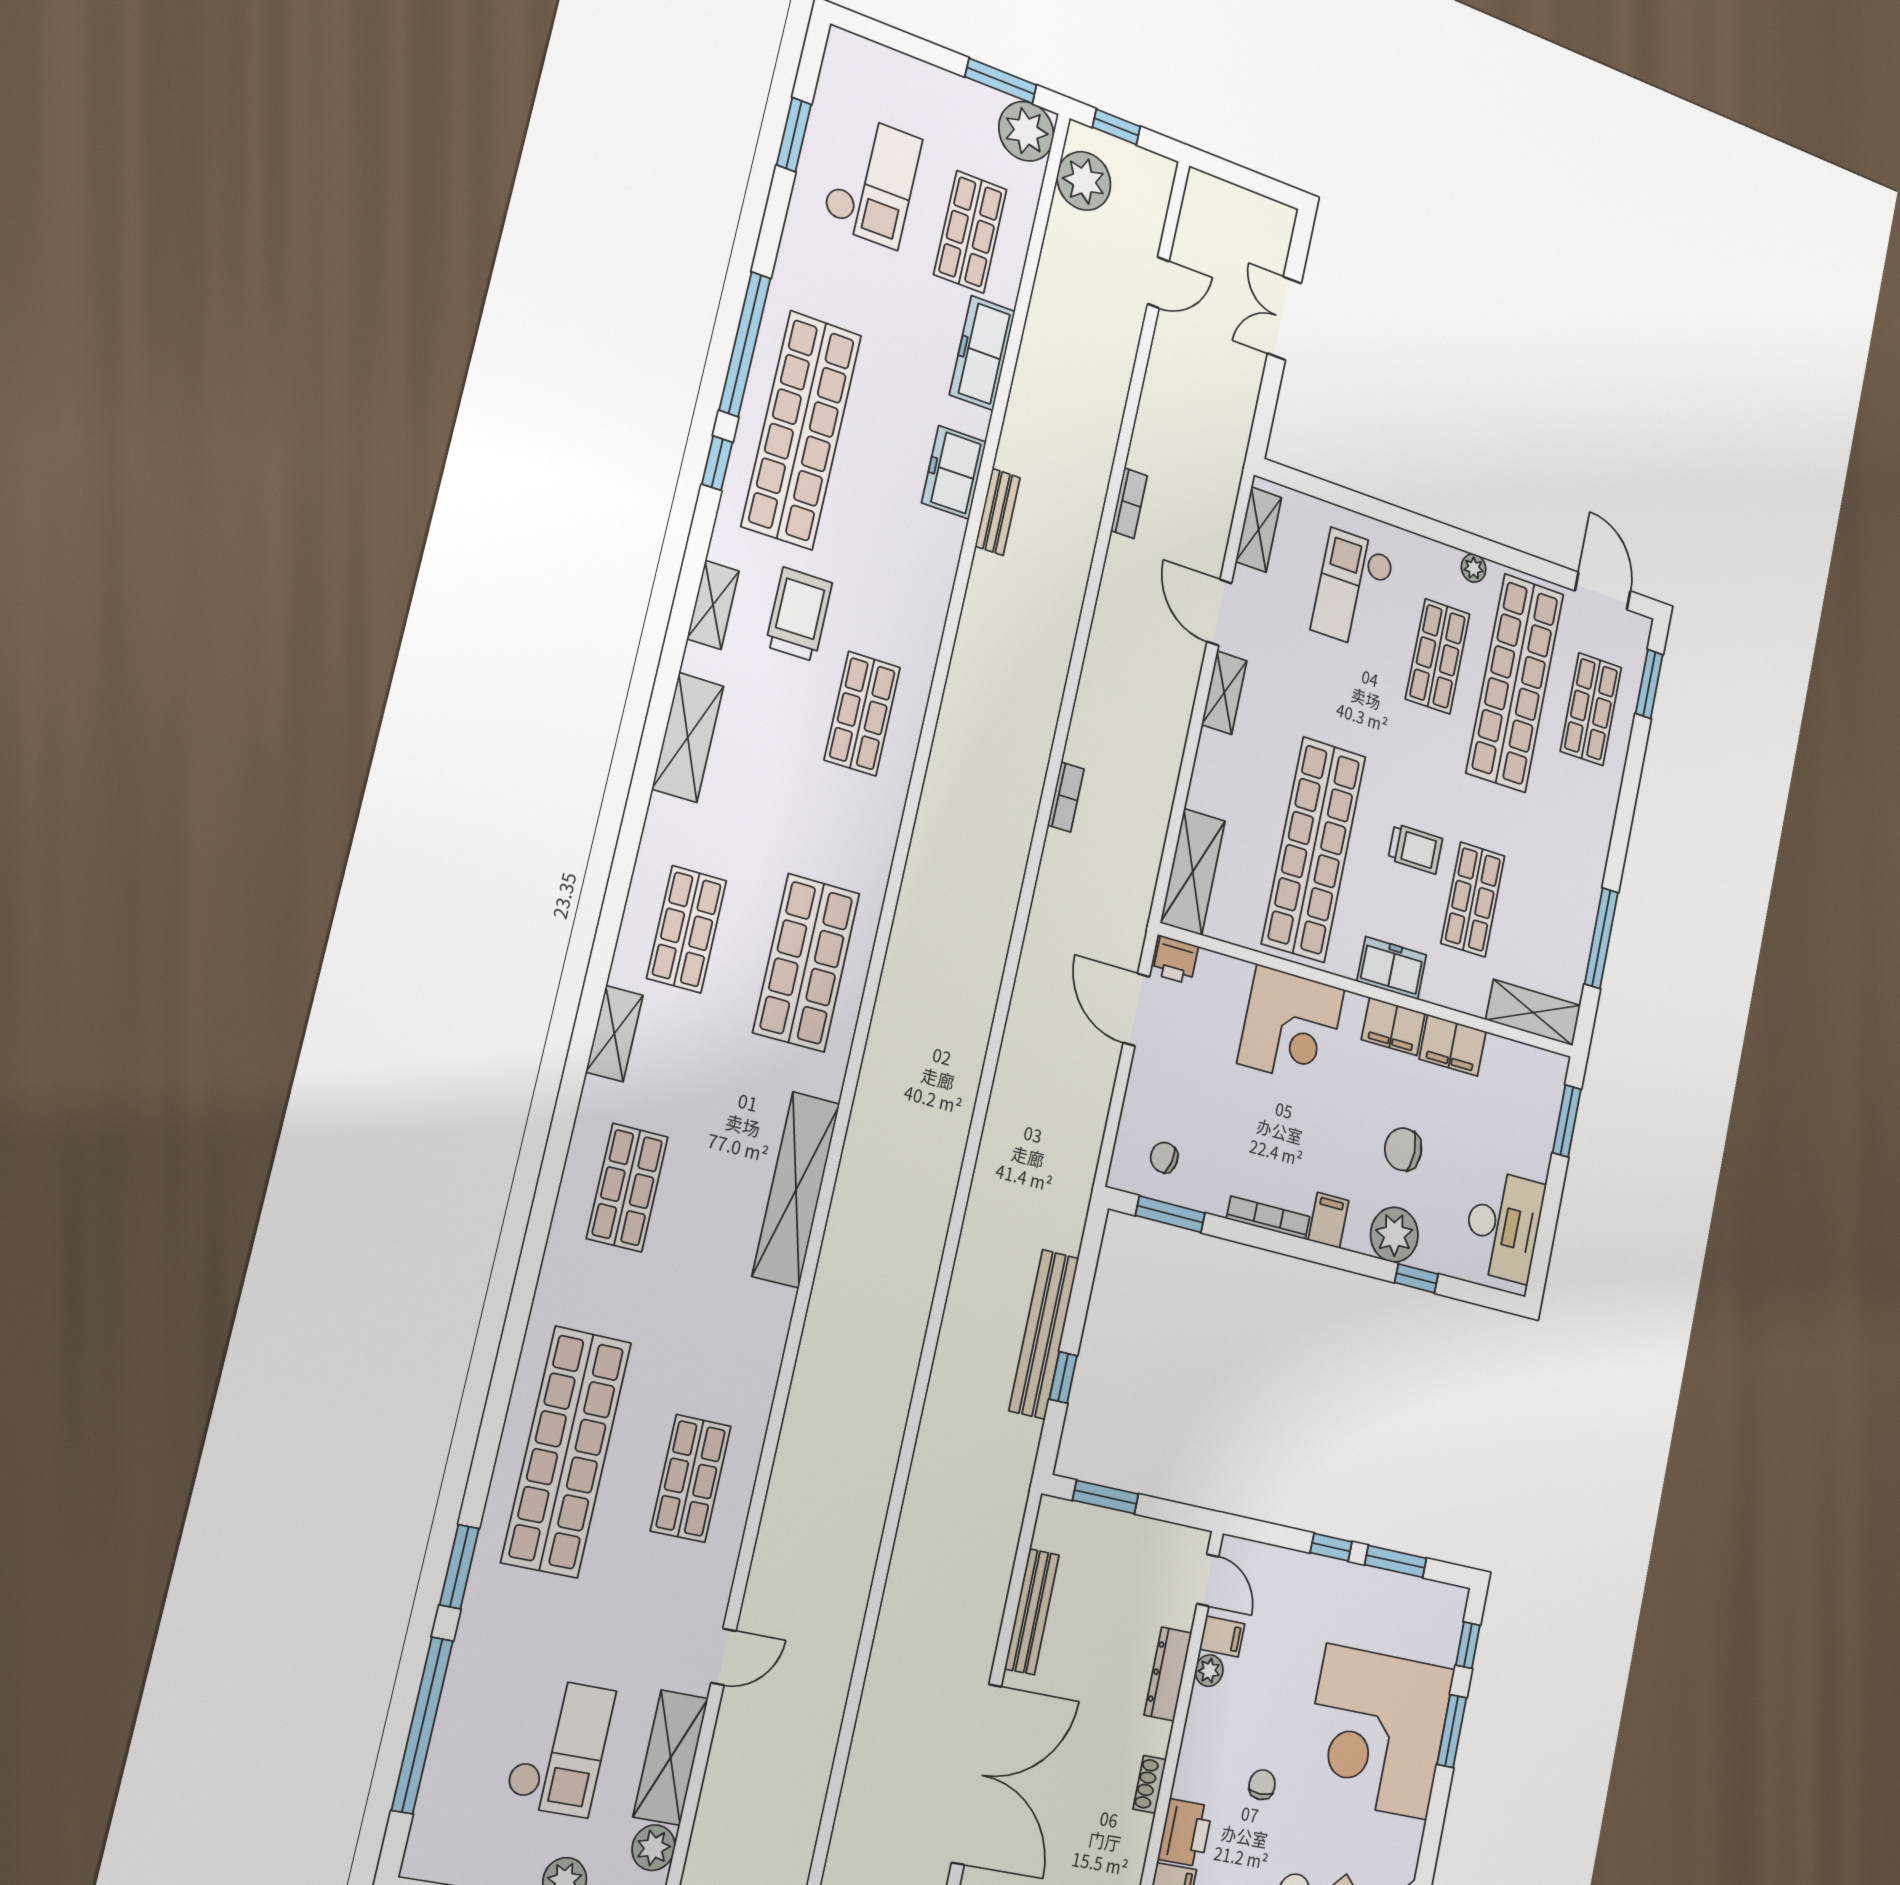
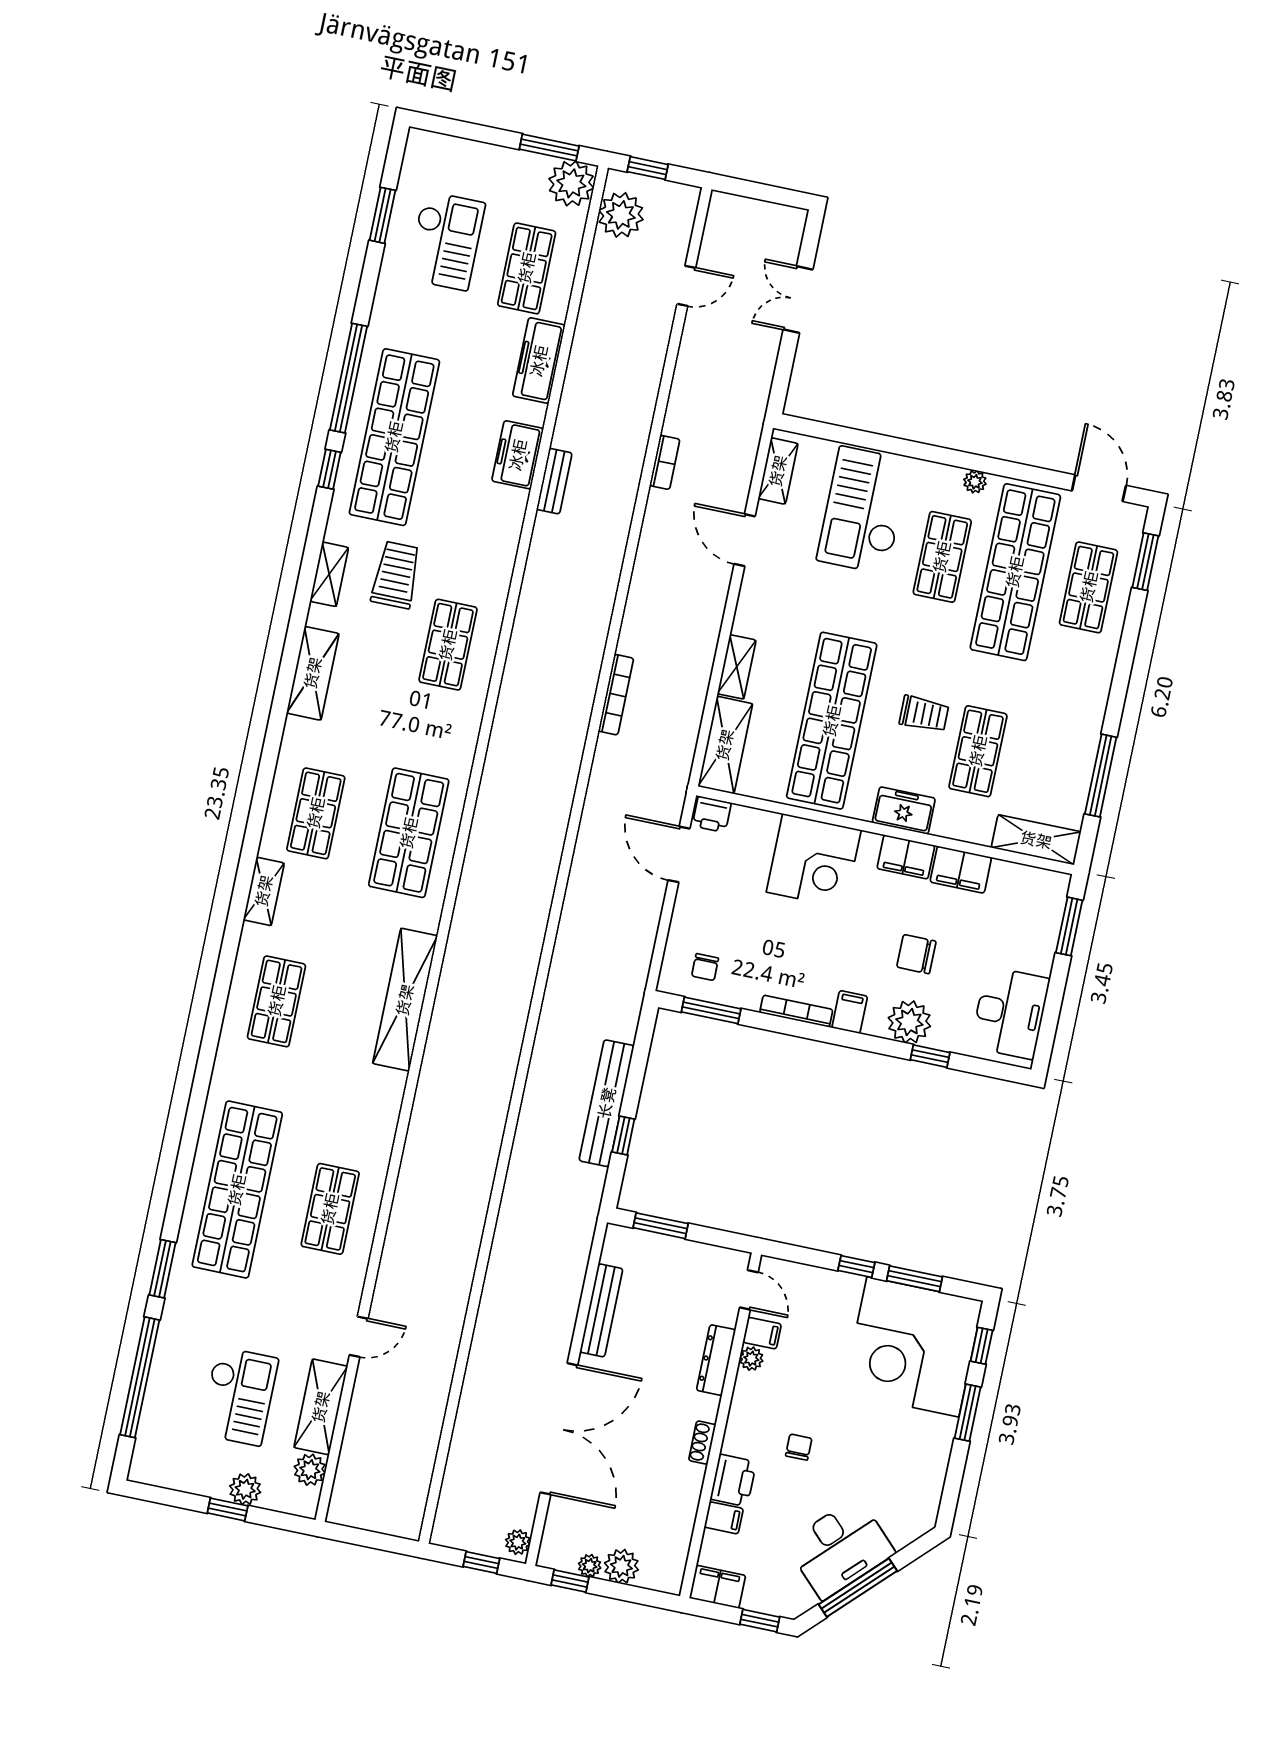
checkout: (1353, 589) -> (864, 510), width x1.36, depth x1.21
shelving: (1224, 693) -> (737, 667), moved
bookcase: (1066, 797) -> (616, 695), width x1.56
chair: (1164, 1158) -> (705, 967), turned -103
corner desk: (1377, 1732) -> (913, 1347), moved

